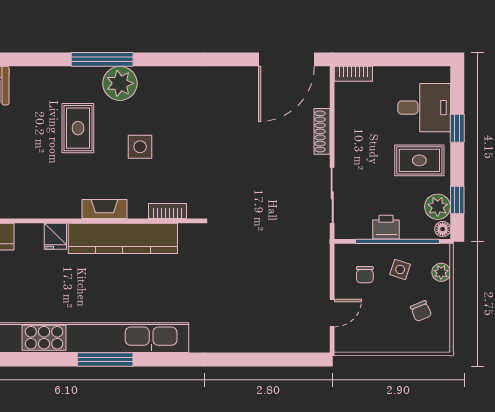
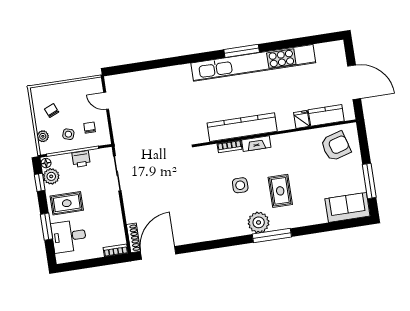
window: (457, 128) -> (47, 227), width x1.50
shoe rack: (322, 131) -> (133, 238), moved
bookcase: (168, 211) -> (229, 146), moved
fridge: (55, 236) -> (302, 119), moved
door: (332, 313) -> (106, 101), hinge flipped

